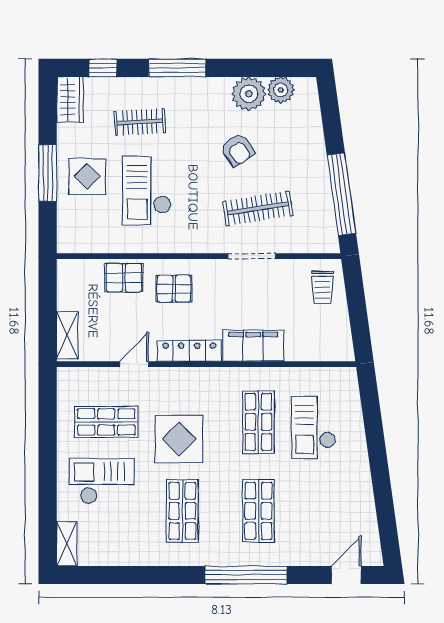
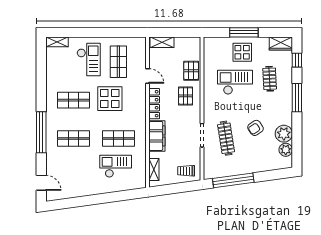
shelving: (320, 351) -> (154, 169), added

